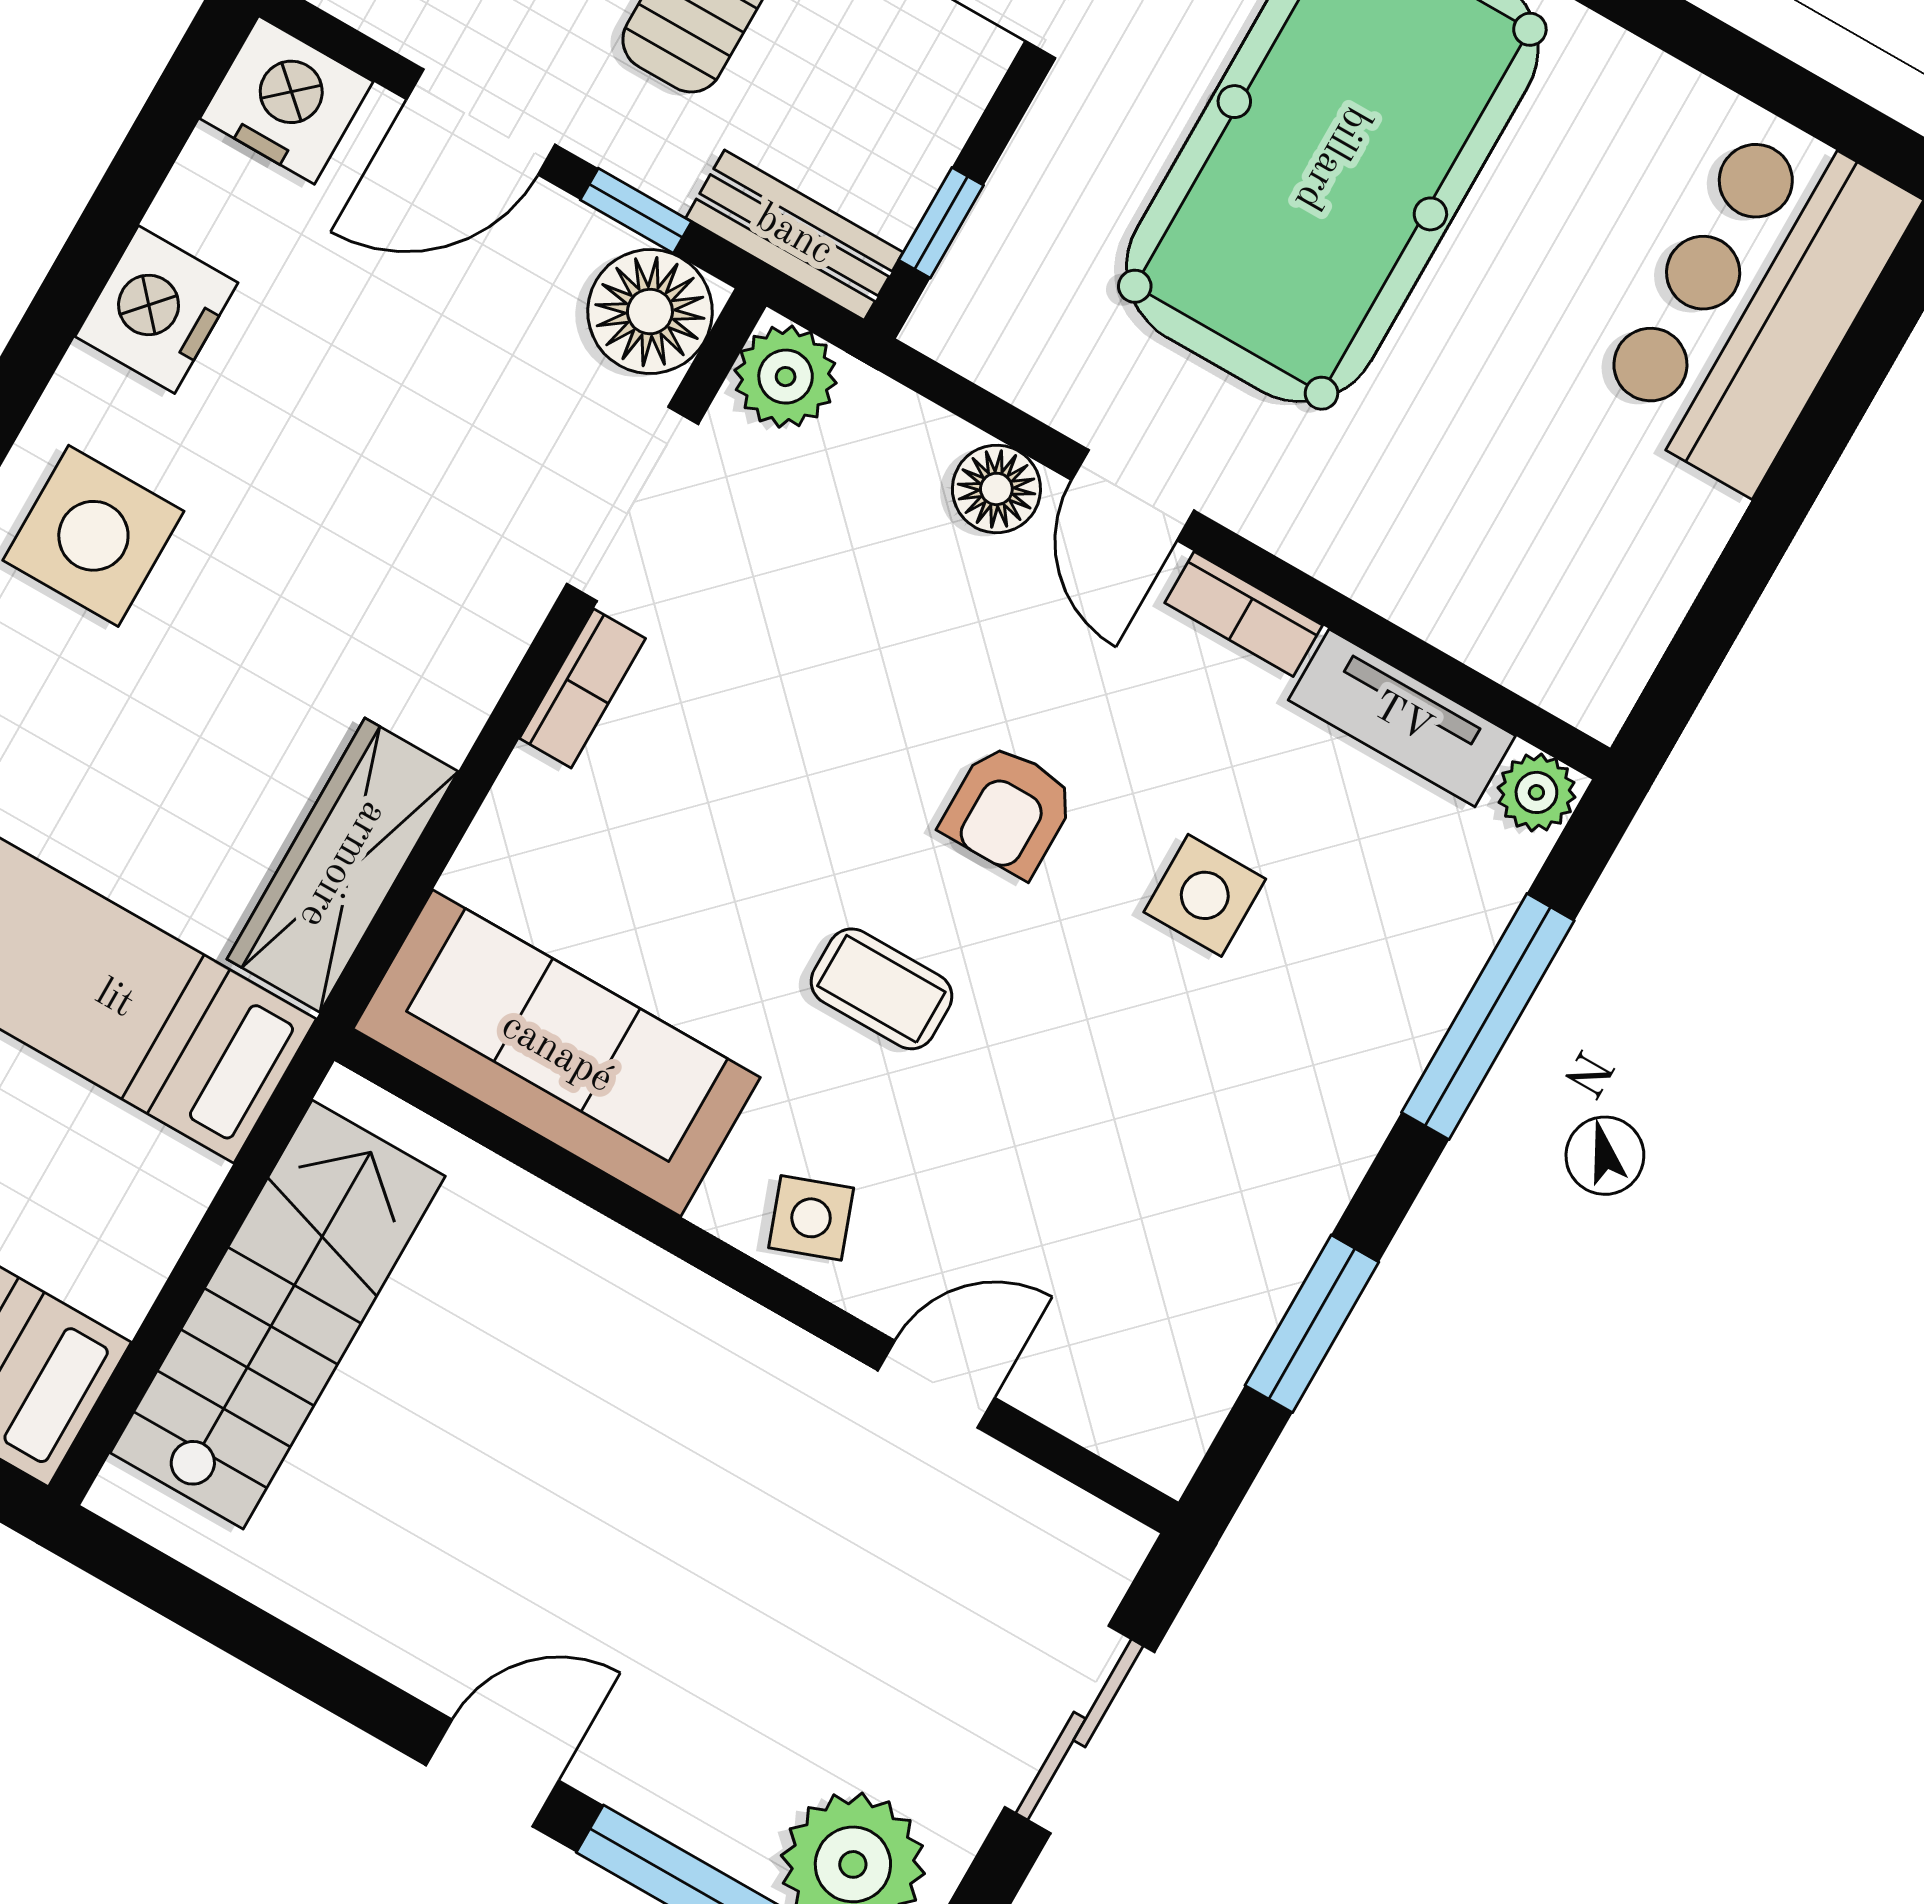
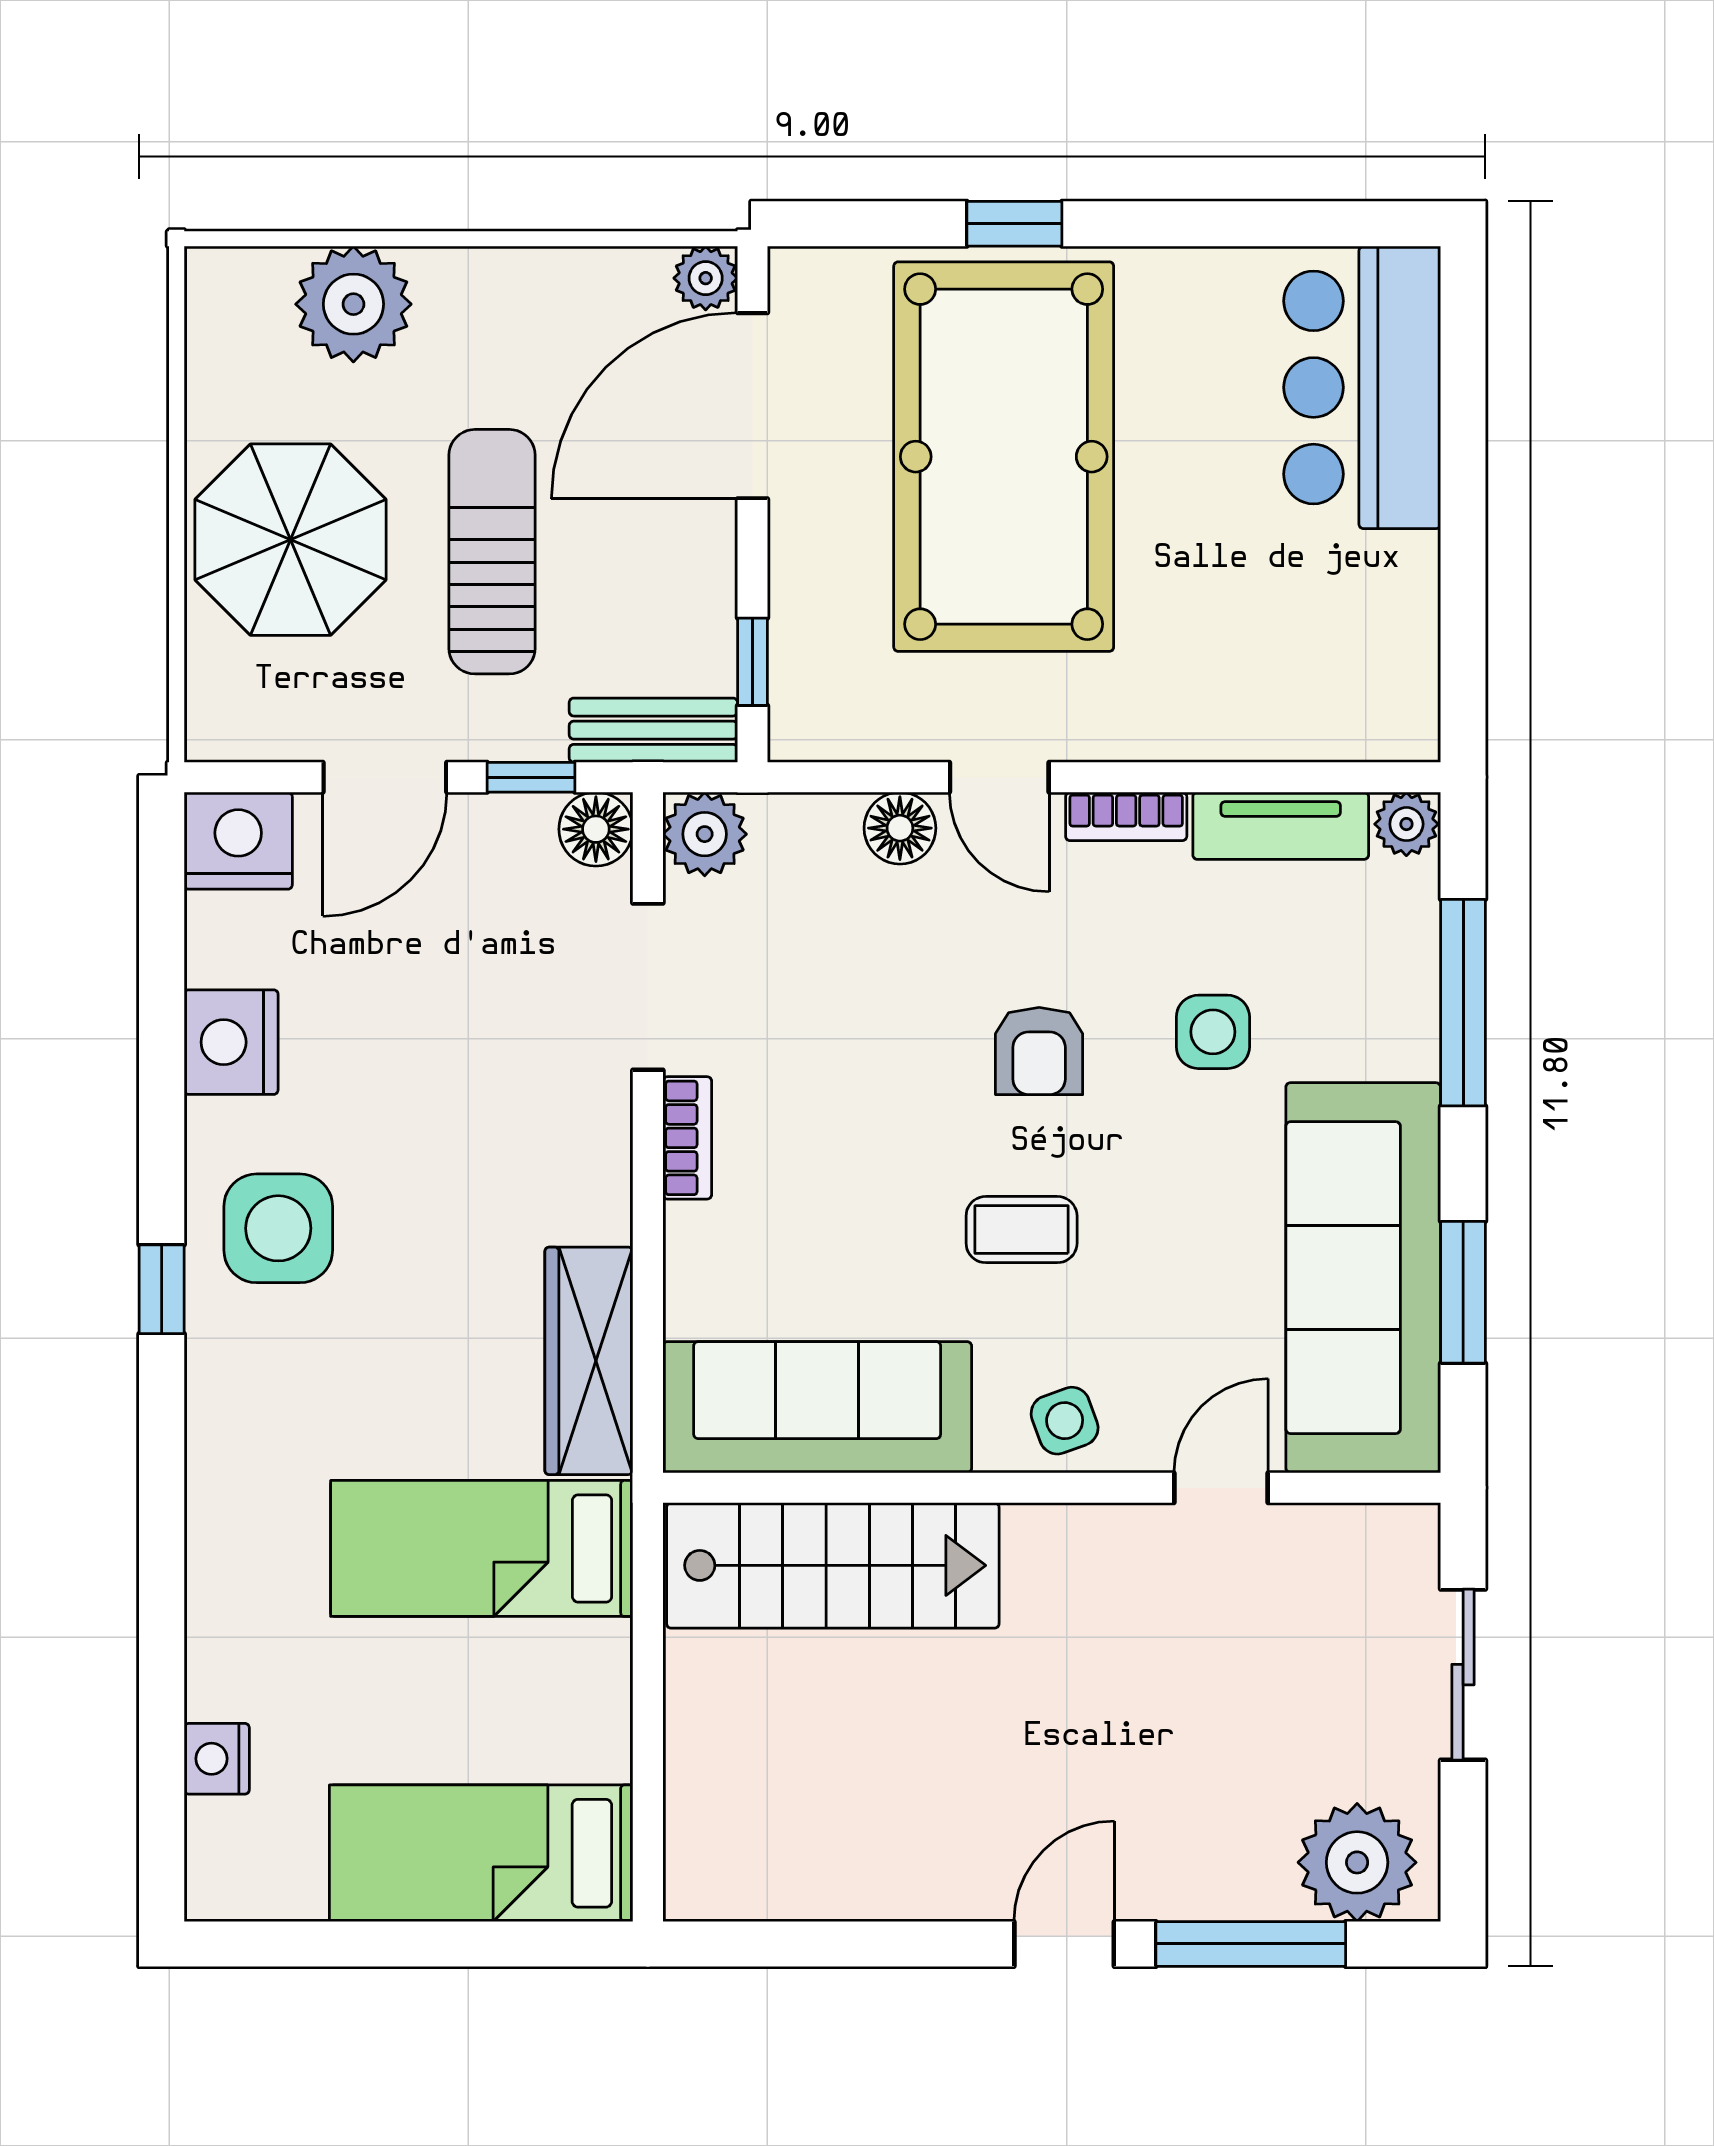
floor lamp: (650, 312) -> (596, 829), width x0.73, depth x0.73
sofa: (1215, 1248) -> (1363, 1278), added
stairs: (278, 1315) -> (833, 1565), moved, turned 90

